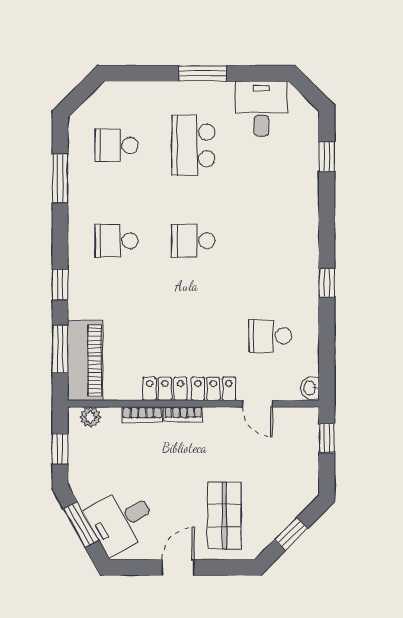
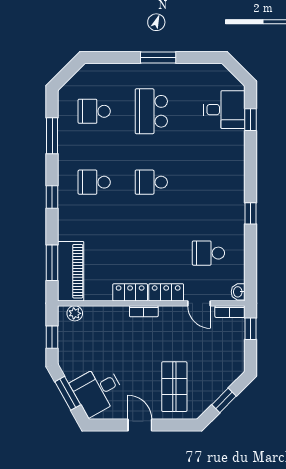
desk: (261, 109) -> (224, 110), moved, turned 90
window: (60, 284) -> (52, 197), moved
bookcase: (142, 415) -> (230, 312), moved
door: (178, 567) -> (140, 425), hinge flipped

